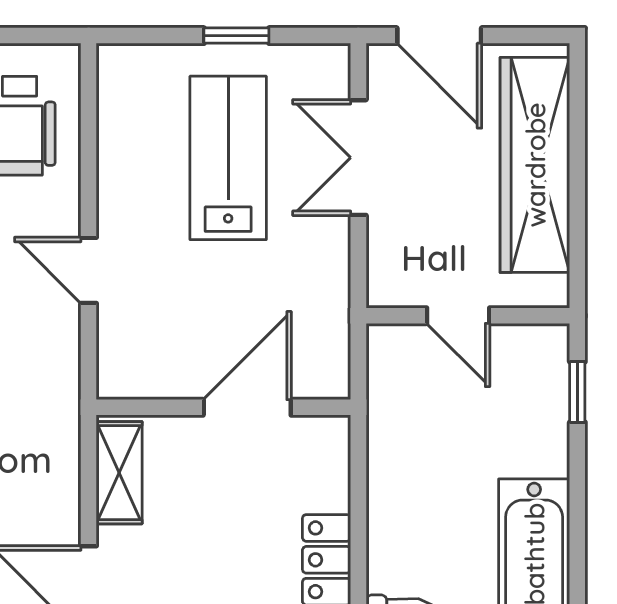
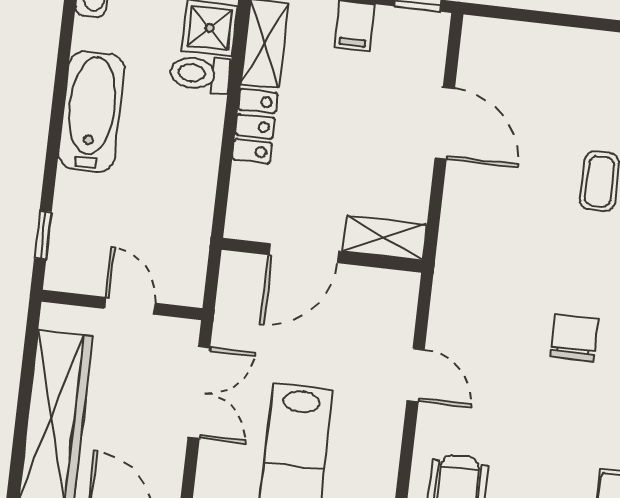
double door: (358, 158) -> (199, 392), moved
shelving: (119, 473) -> (385, 238), moved, turned 90

